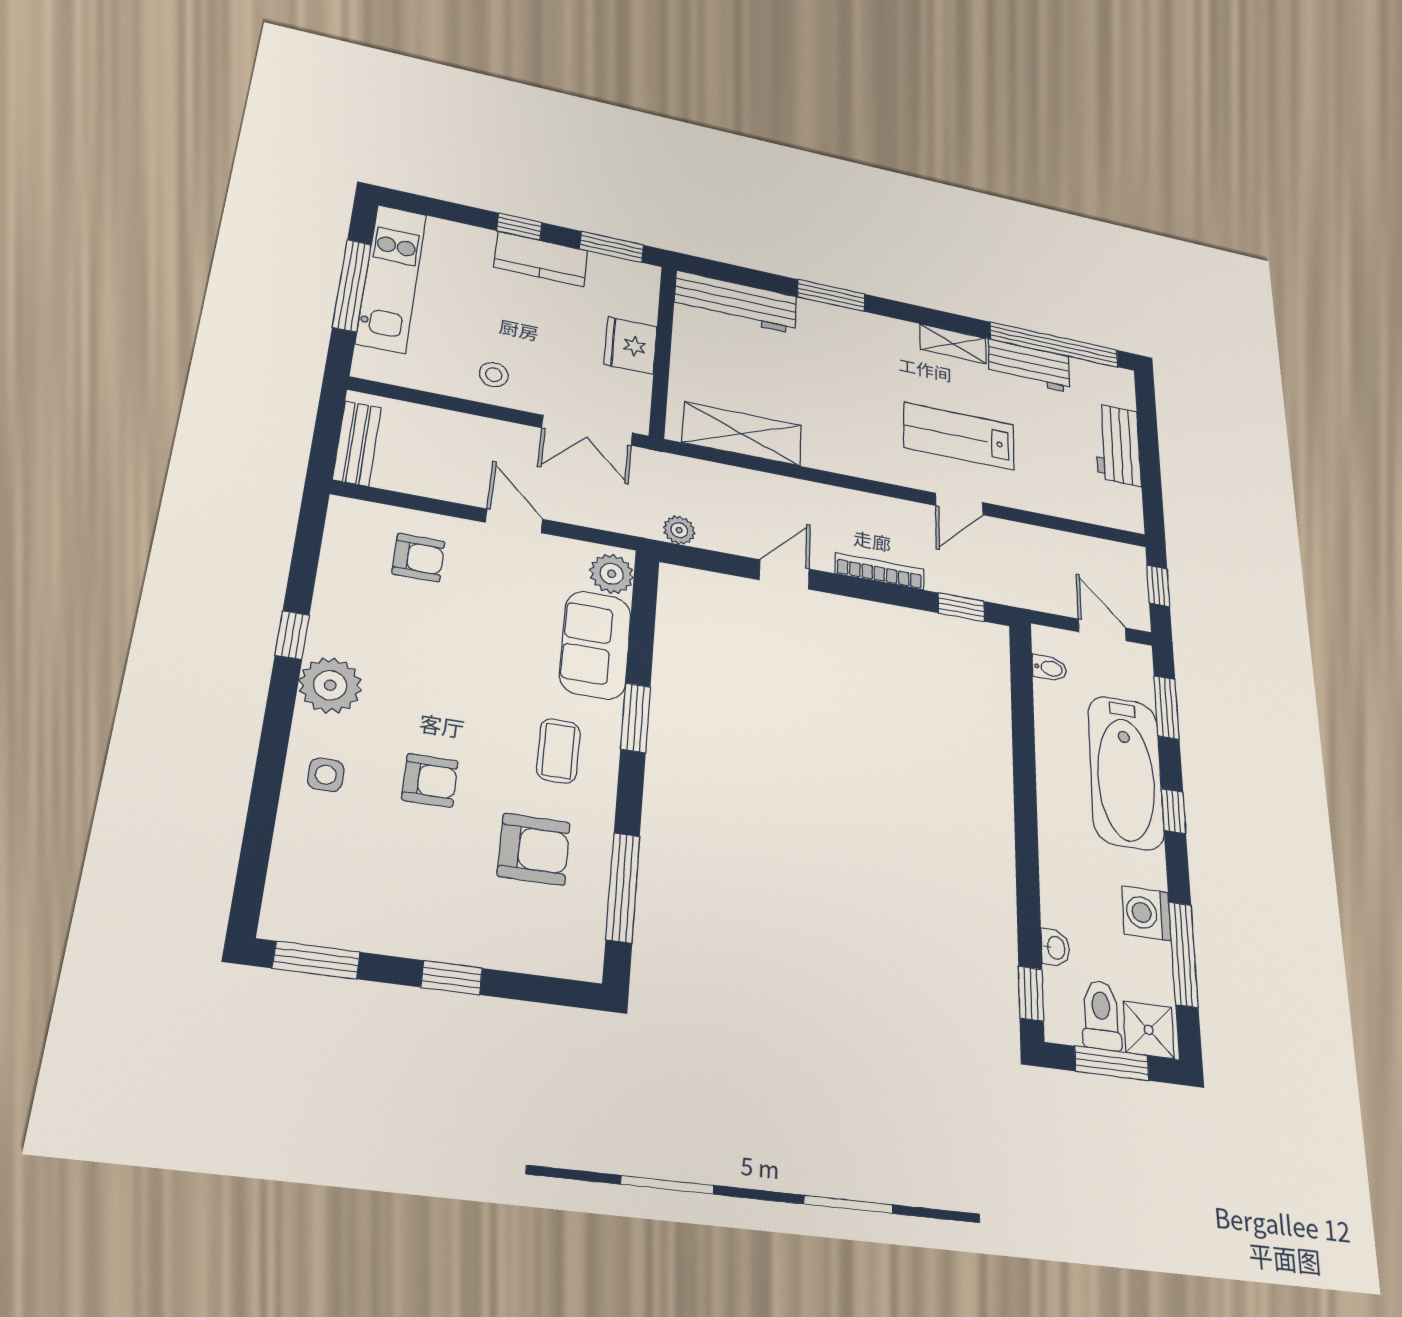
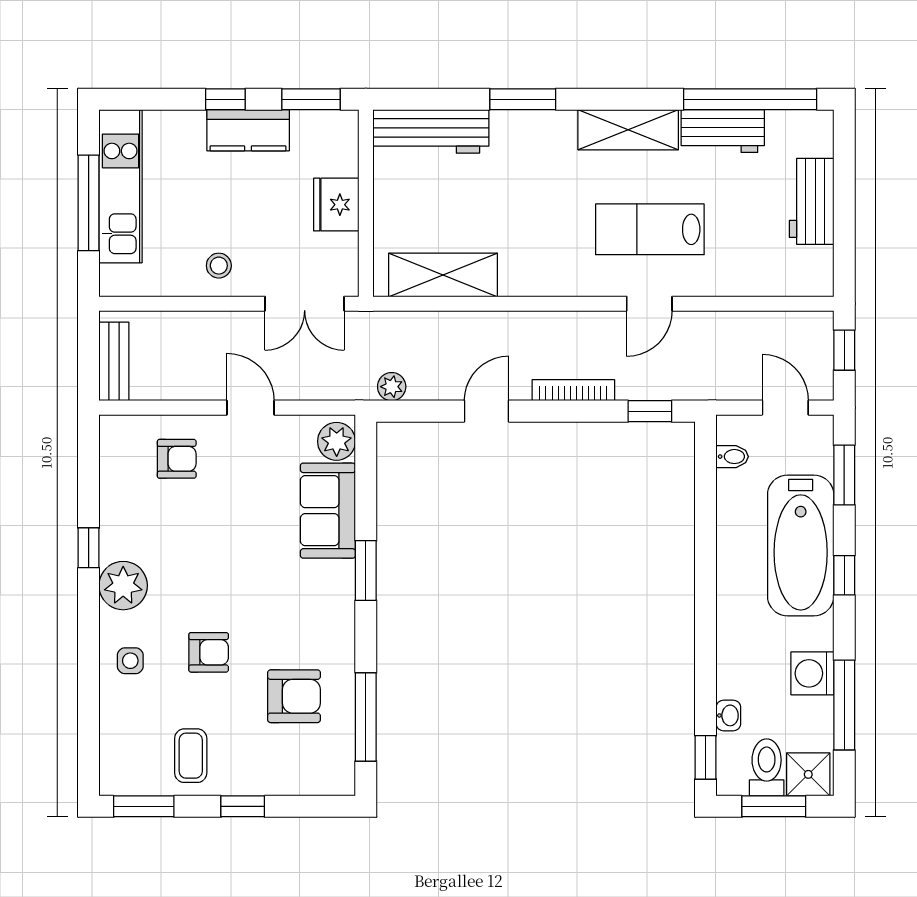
shelving: (953, 344) -> (628, 130), width x1.50, depth x1.33
coffee table: (558, 751) -> (191, 756), moved

